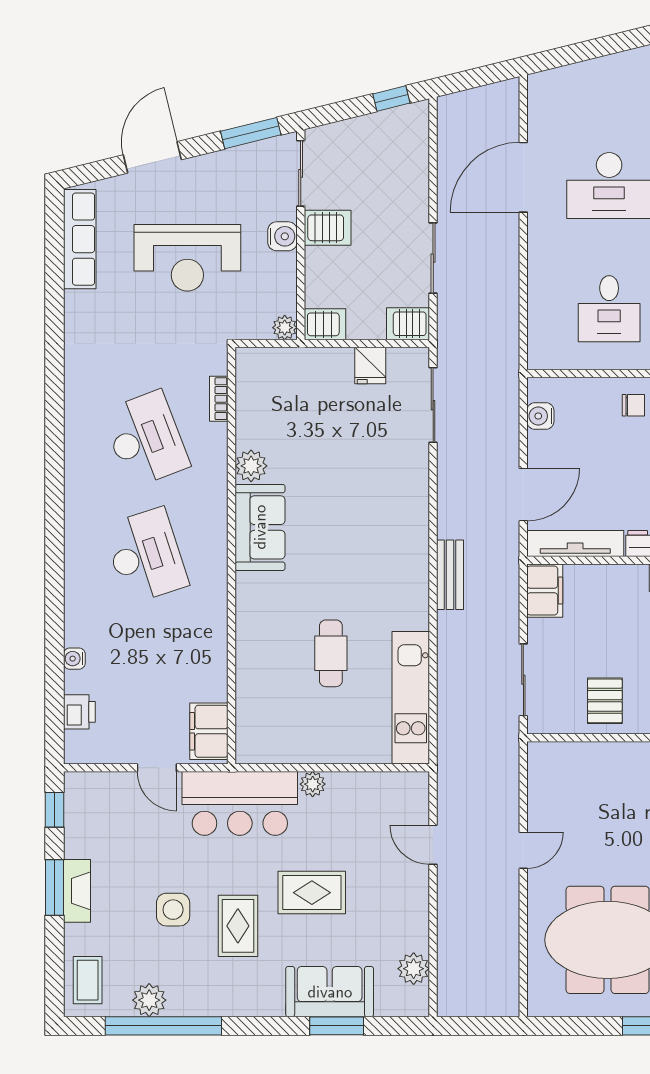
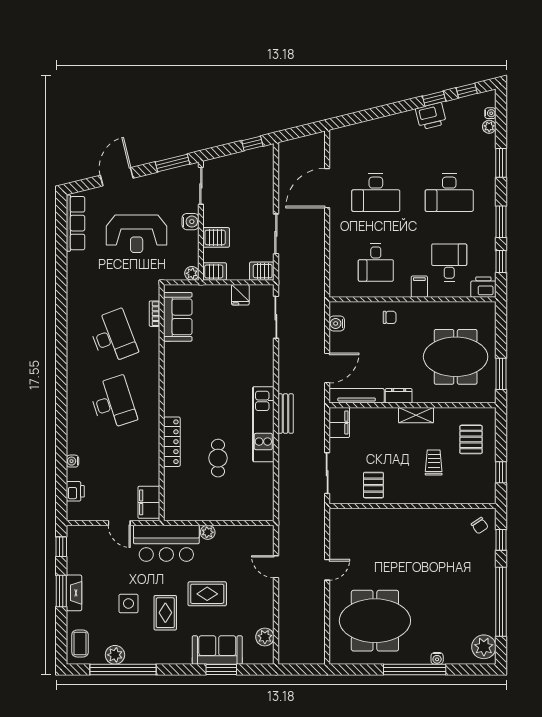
server rack: (328, 228) -> (216, 237), moved
plant: (251, 466) -> (173, 352), removed
sofa: (260, 527) -> (178, 317), moved
locker: (250, 624) -> (172, 442), added
kitchen unit: (411, 698) -> (263, 424), moved

